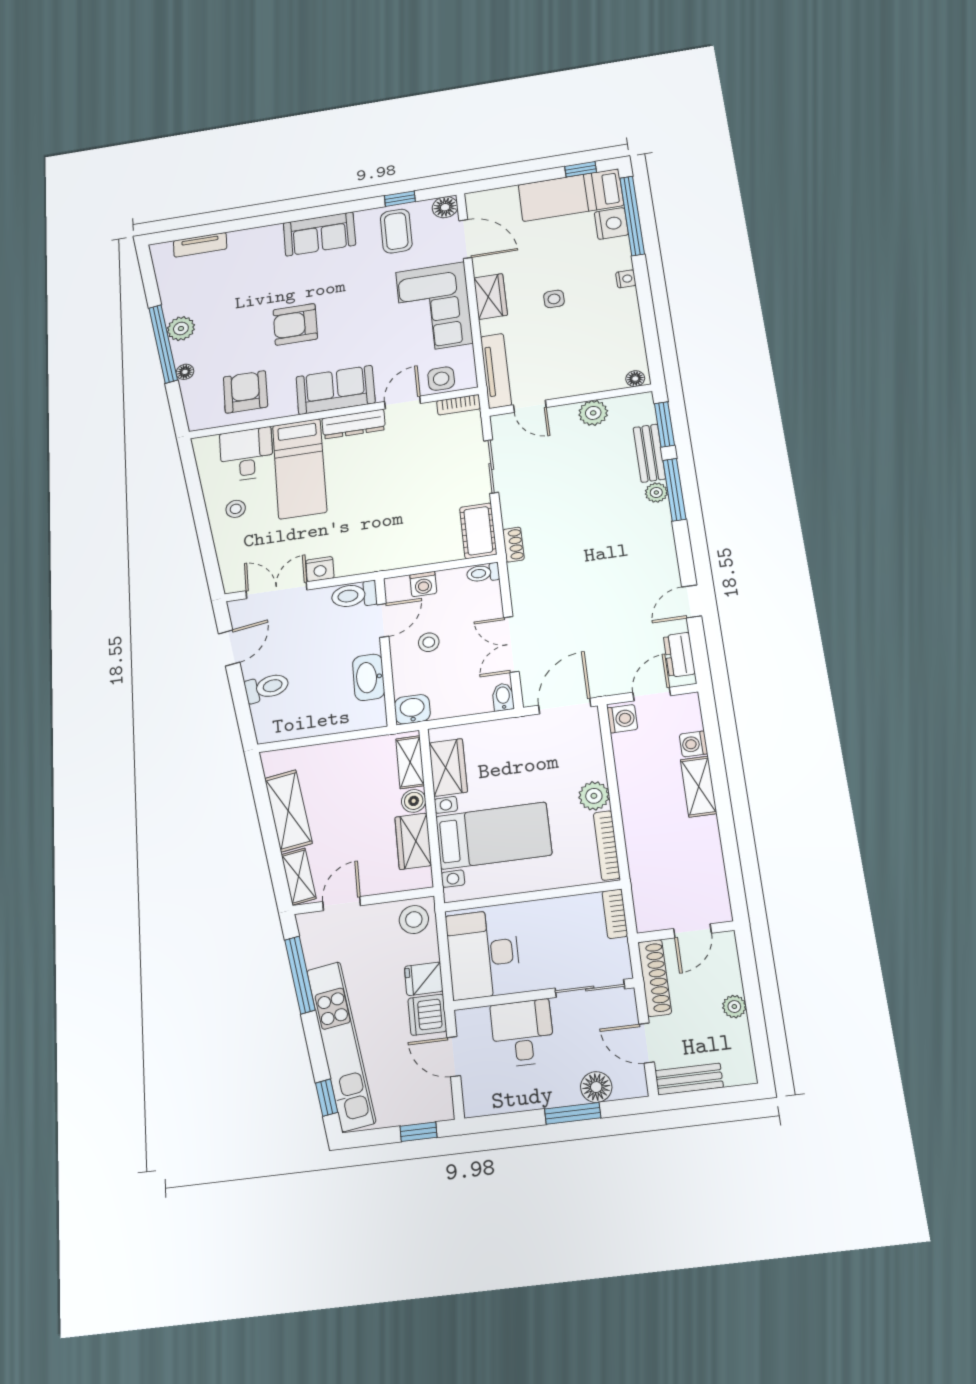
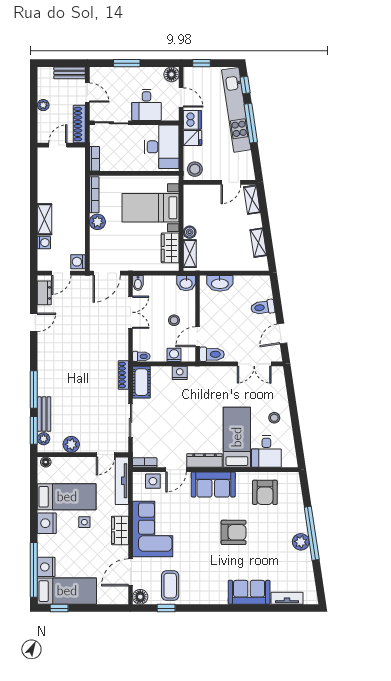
sofa: (319, 234) -> (249, 592), moved
door: (465, 239) -> (131, 572), hinge flipped
nightstand: (626, 279) -> (47, 523), width x1.89, depth x1.79
bed: (590, 332) -> (67, 497), added
floor lamp: (185, 372) -> (300, 512), removed
door: (530, 406) -> (105, 455), swing flipped
plant: (656, 493) -> (44, 439), moved
shoe rack: (513, 545) -> (123, 375), width x1.43
nightstand: (320, 569) -> (180, 373), moved
washbasin: (369, 677) -> (220, 283), moved, turned 90
shelving: (288, 811) -> (258, 243), width x0.67, depth x0.75
wardrobe: (413, 841) -> (192, 210), removed
window: (300, 975) -> (251, 123), moved
floor lamp: (596, 1087) -> (171, 74), moved

